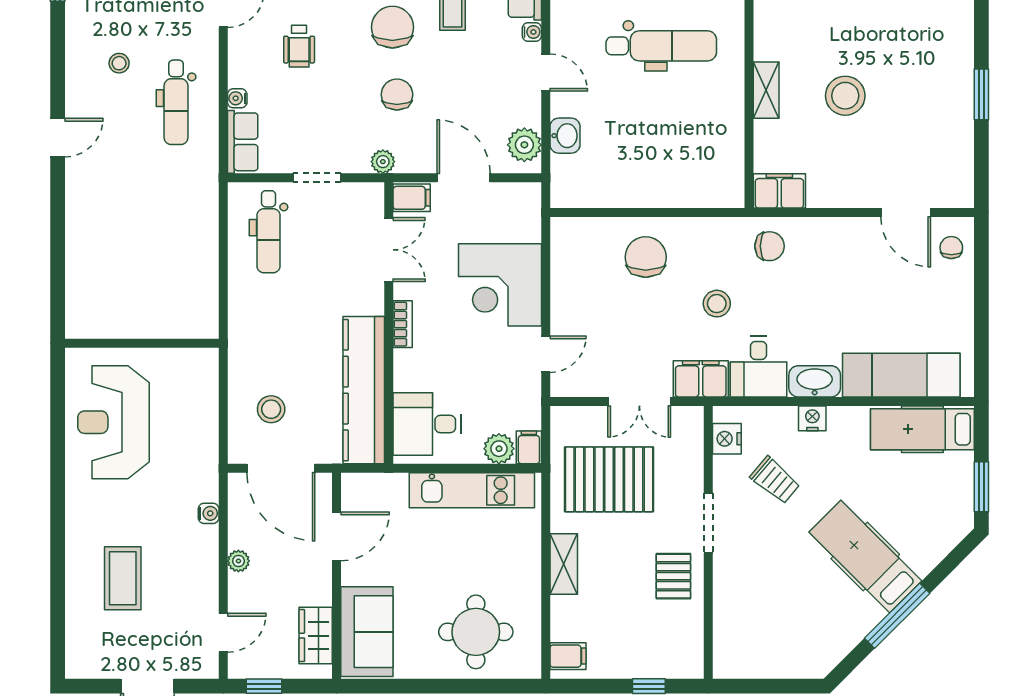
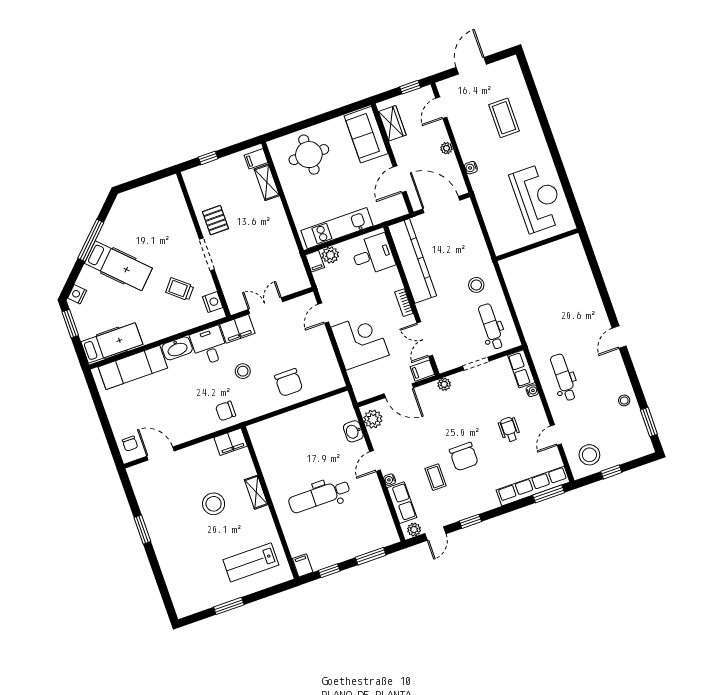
stool: (119, 63) -> (624, 400), moved
door: (546, 72) -> (375, 461), hinge flipped
chair: (397, 95) -> (449, 422), removed
stool: (271, 409) -> (476, 285), moved
nightstand: (812, 418) -> (77, 294), moved, turned 135
pallet: (609, 479) -> (267, 259), removed
shelving: (564, 564) -> (267, 182), moved

